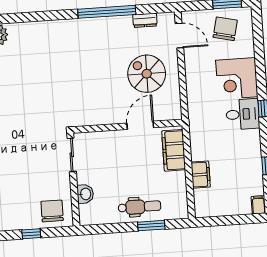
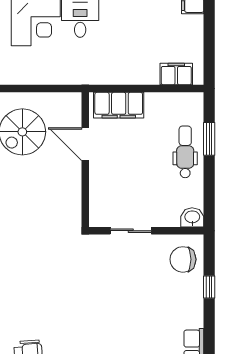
sliding door: (72, 155) -> (131, 231), moved
filing cabinet: (201, 175) -> (176, 74), moved
washbasin: (85, 194) -> (192, 217), moved

